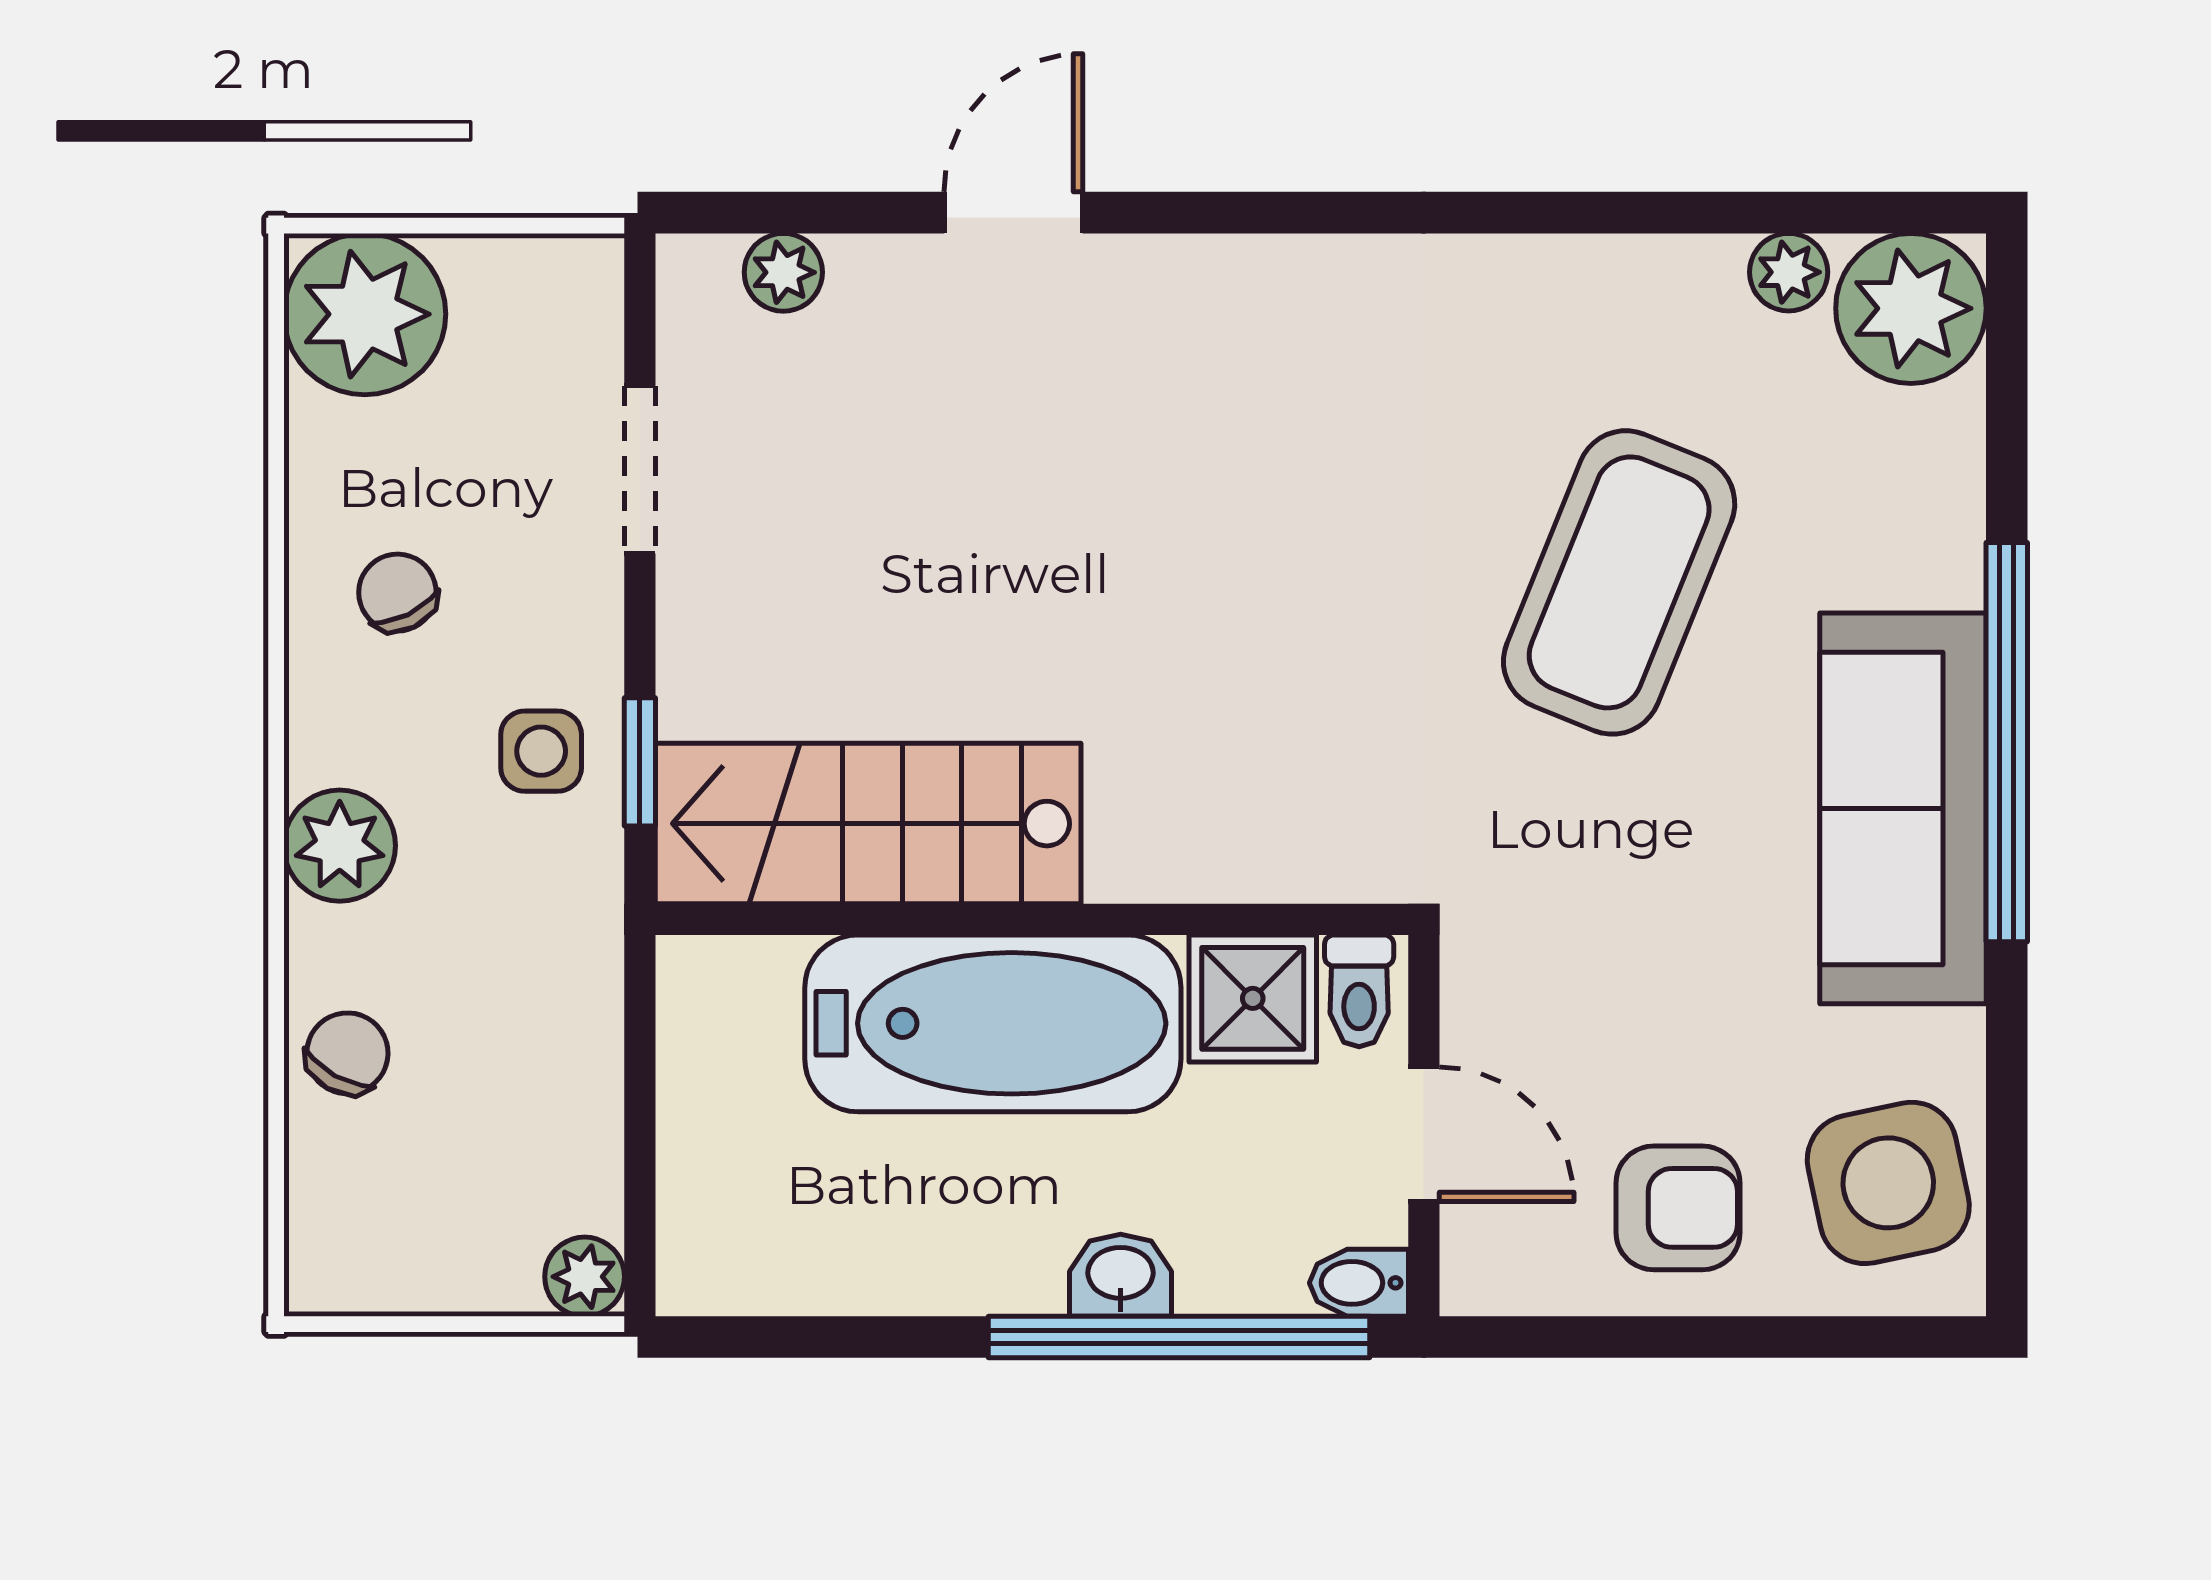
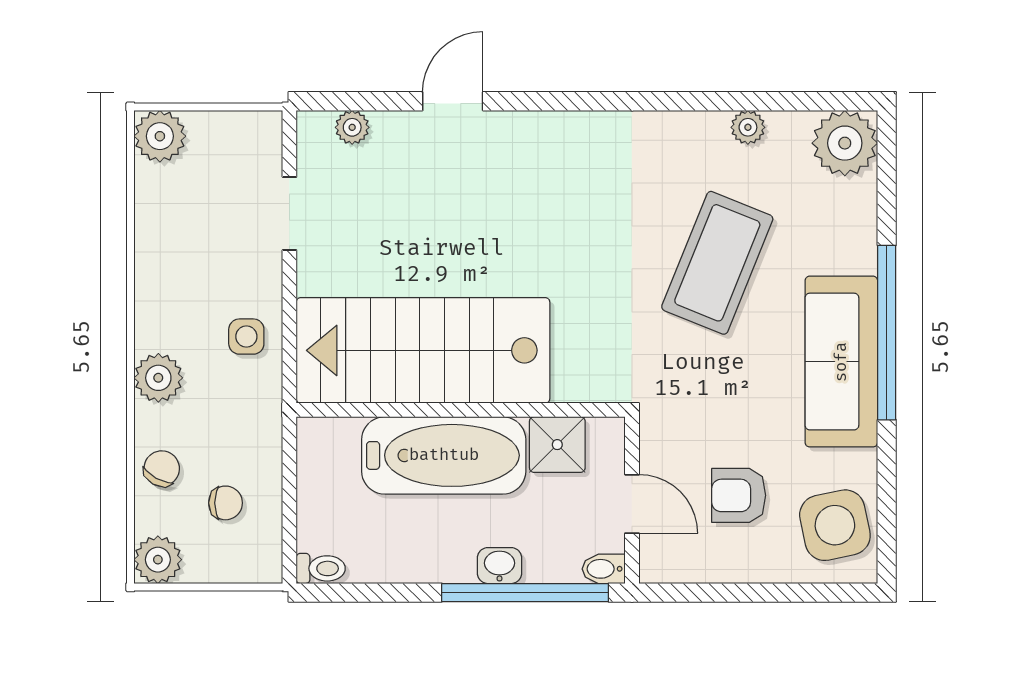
plant: (1789, 272) -> (748, 127), moved
plant: (365, 314) -> (160, 136), width x0.73, depth x0.73
chair: (397, 593) -> (225, 503), moved, turned 116
window: (640, 762) -> (289, 341), removed
stairs: (868, 824) -> (423, 350), width x1.36, depth x1.51
toilet: (1359, 991) -> (321, 568), moved, turned -90
armchair: (1678, 1208) -> (739, 495), moved, turned 180
plant: (585, 1277) -> (158, 560), moved, width x1.38, depth x1.38

